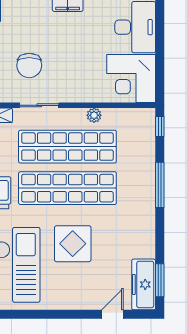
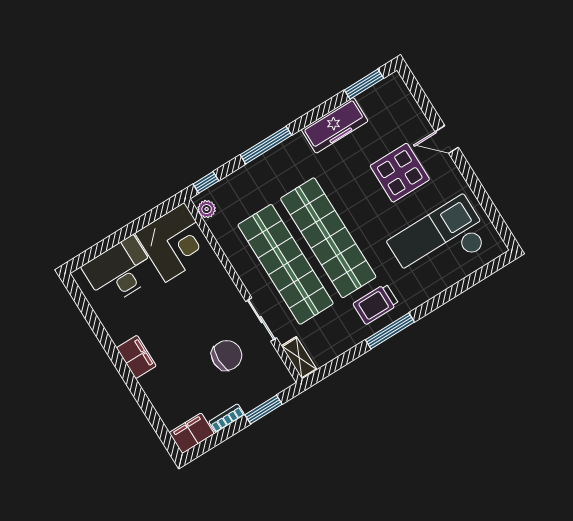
plant: (94, 115) -> (207, 209), moved
display table: (73, 244) -> (400, 173), moved
freezer: (144, 284) -> (335, 125), moved
door: (112, 314) -> (447, 140), moved

